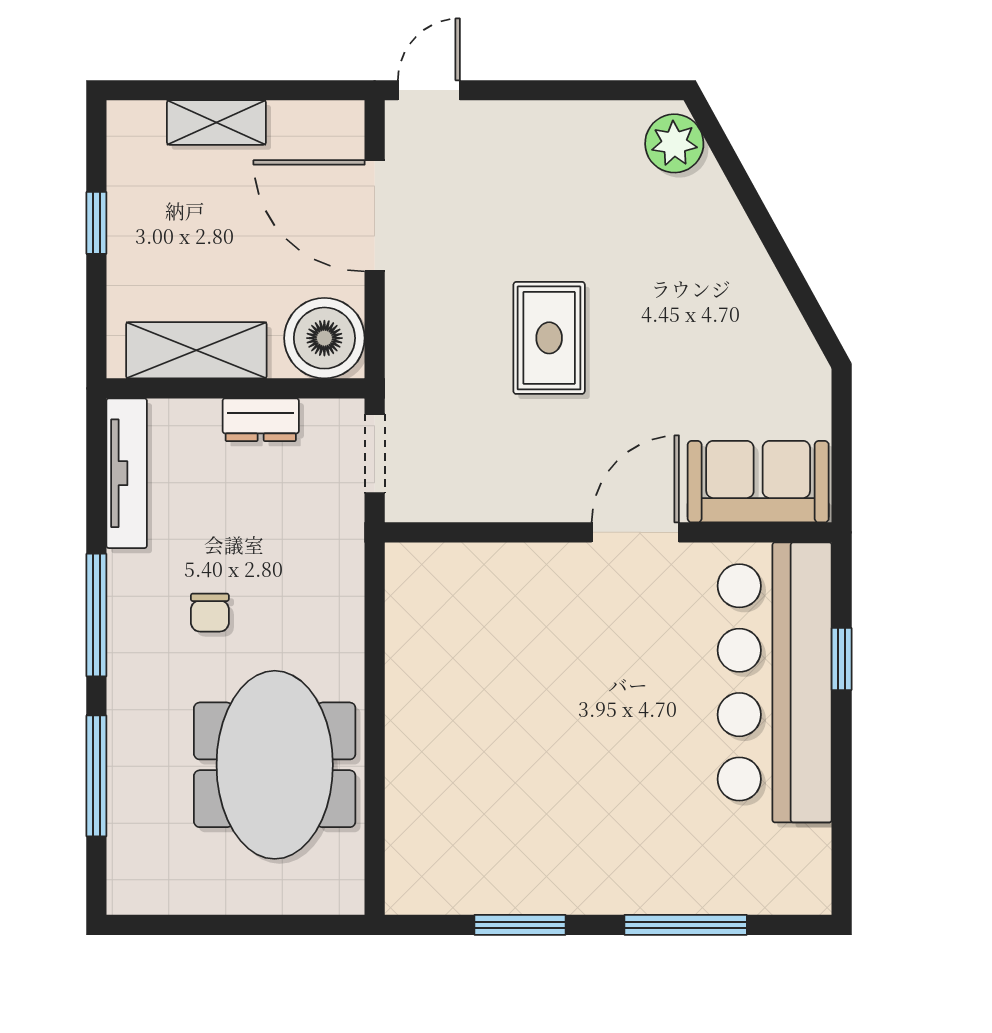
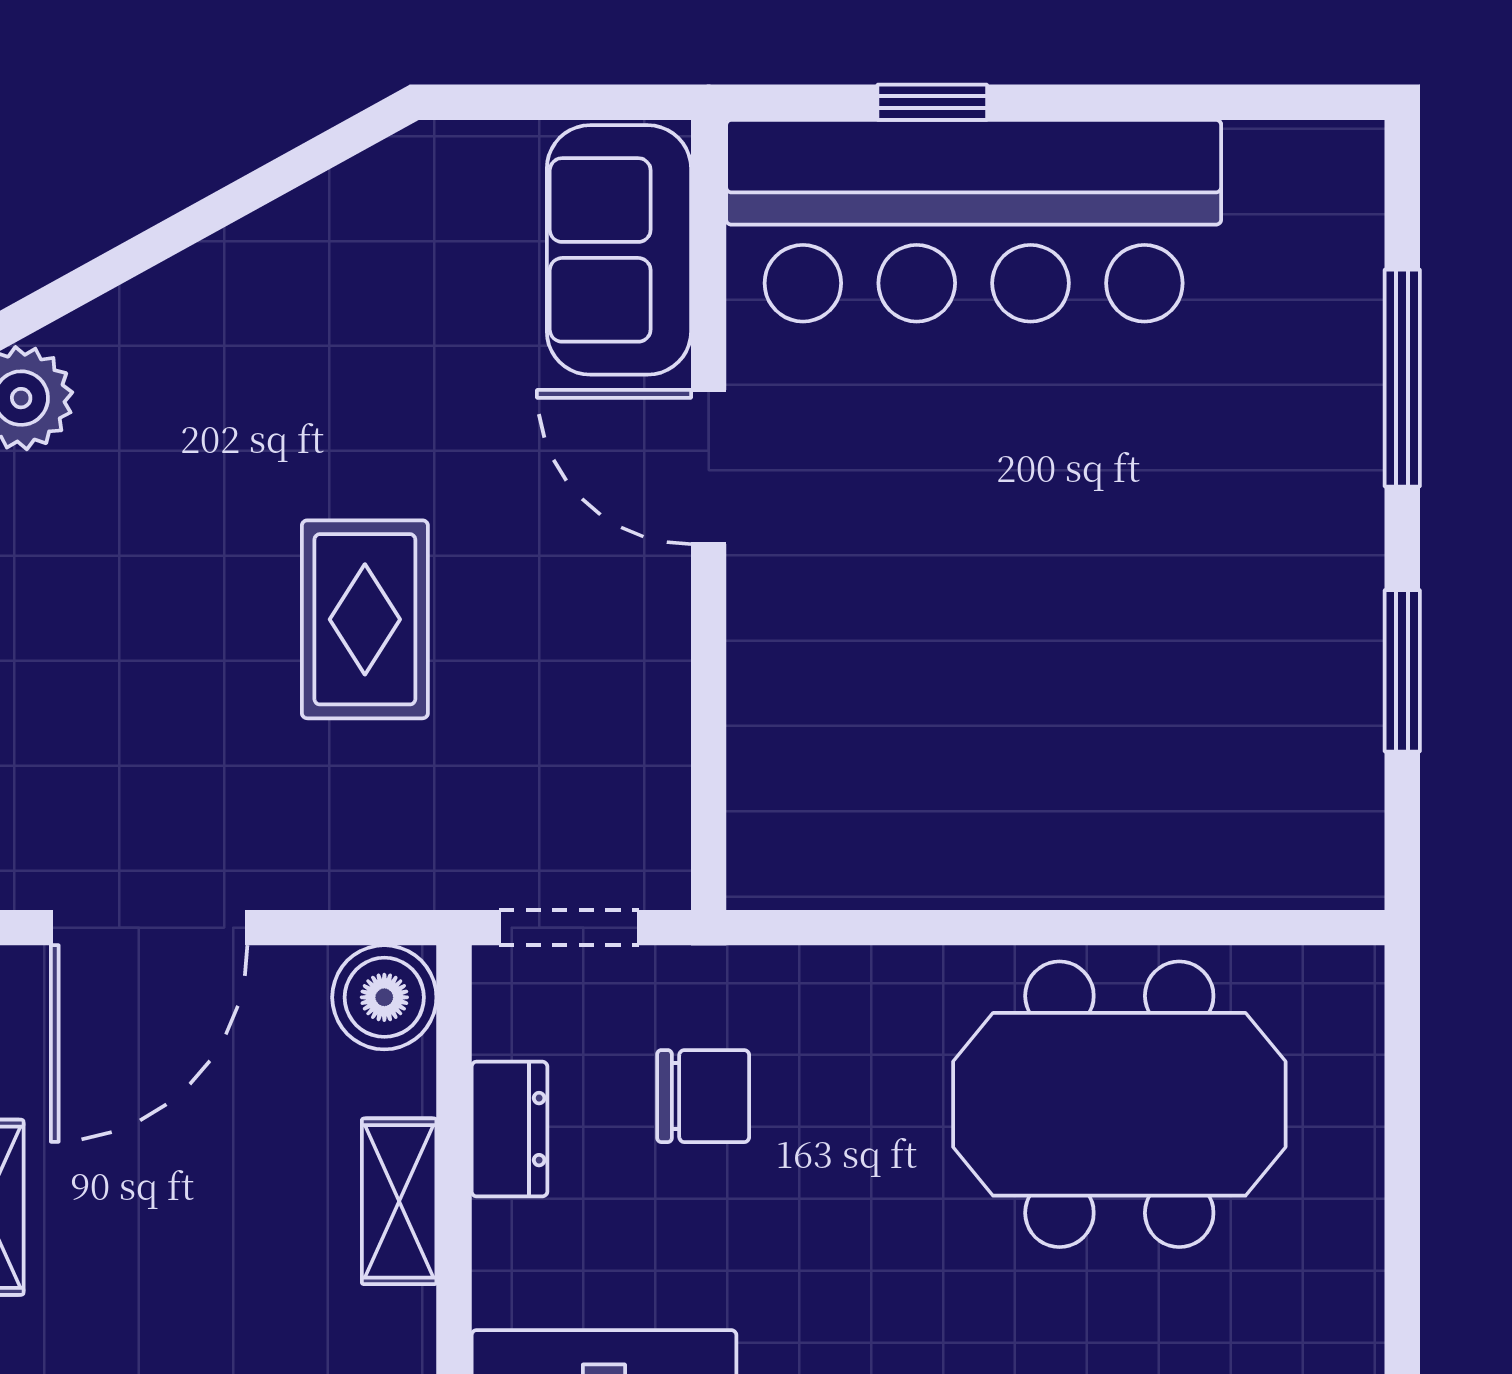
boiler: (324, 338) -> (384, 997), width x0.73, depth x0.73
rug: (549, 338) -> (365, 619), turned 90
shelving: (196, 350) -> (399, 1201), width x0.67, depth x0.75
chair: (210, 613) -> (703, 1096), moved, width x1.37, depth x1.37

